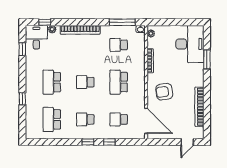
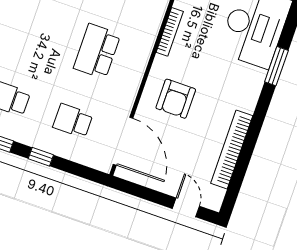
school desk: (85, 82) -> (35, 30), removed
armchair: (164, 92) -> (176, 99), turned -82
door: (187, 142) -> (186, 207), swing flipped

